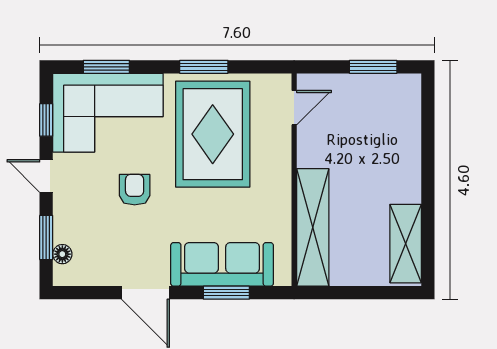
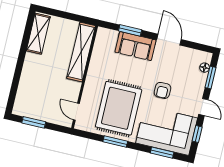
door: (294, 108) -> (76, 112), hinge flipped
sofa: (222, 264) -> (135, 46), width x0.73

